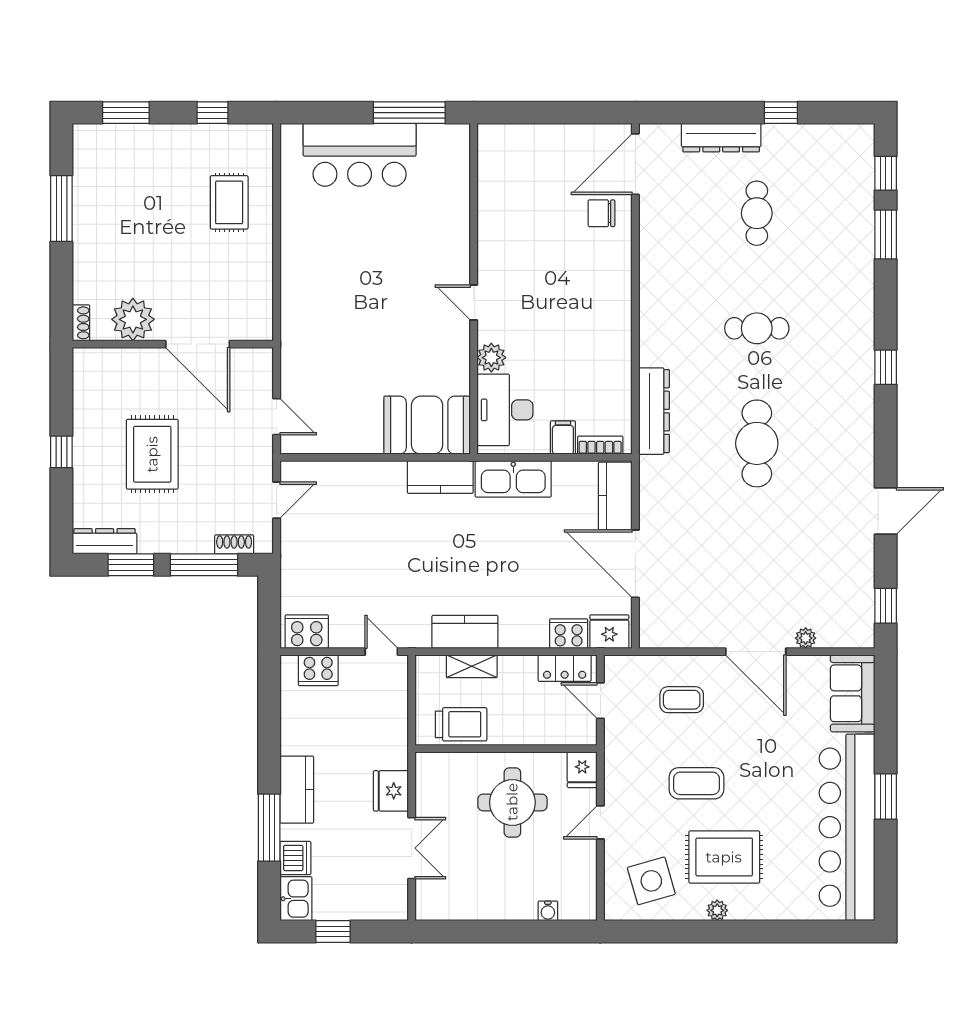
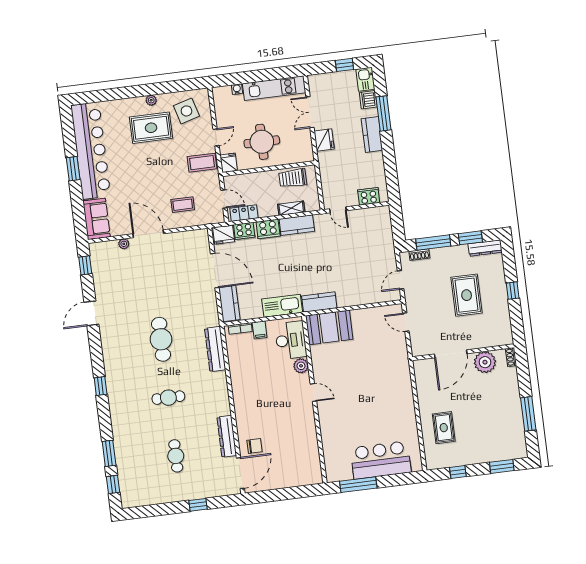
window: (781, 113) -> (198, 505), moved
dresser: (721, 138) -> (227, 436), moved, turned -90
door: (198, 344) -> (451, 354), swing flipped
cooker: (307, 632) -> (268, 229), moved
coffee table: (696, 783) -> (202, 163), moved
kitchen unit: (475, 904) -> (274, 88), added

